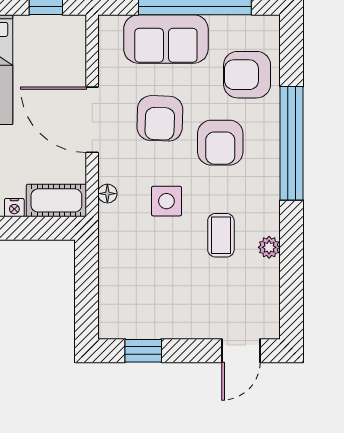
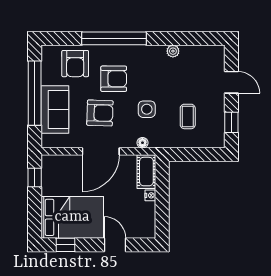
coffee table: (221, 235) -> (188, 116), moved, turned 90
door: (241, 351) -> (231, 82), moved

